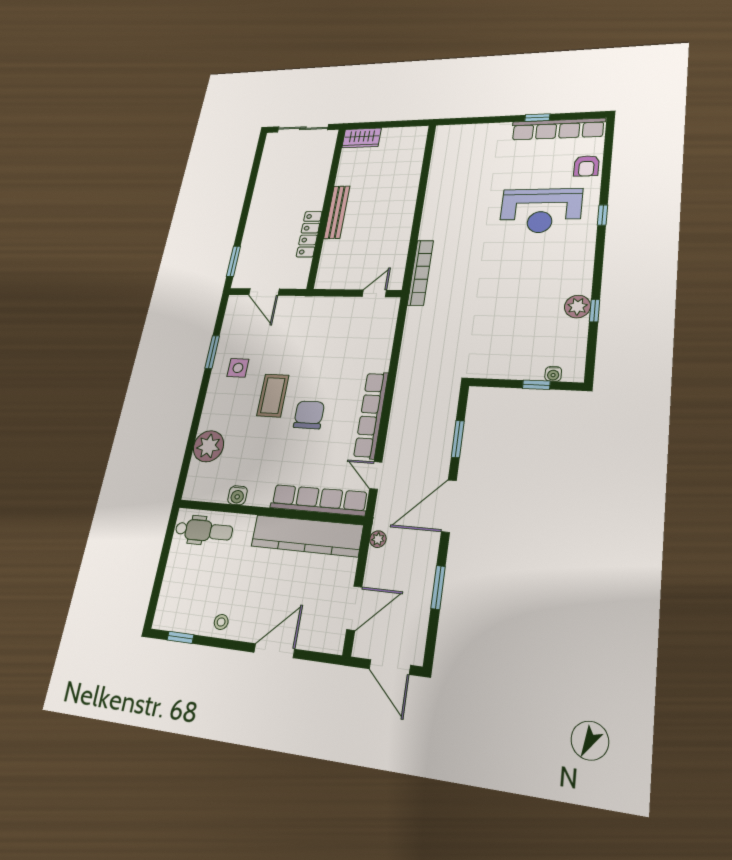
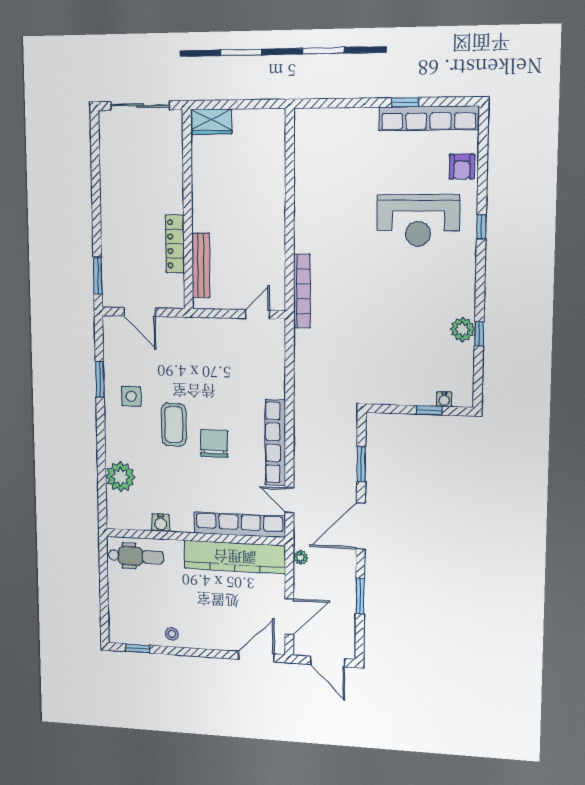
bench: (337, 212) -> (201, 265), moved
door: (274, 651) -> (256, 657), moved

